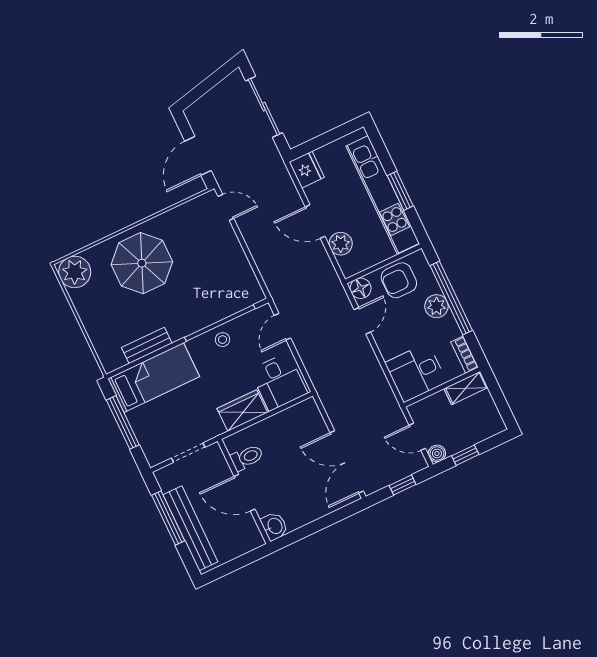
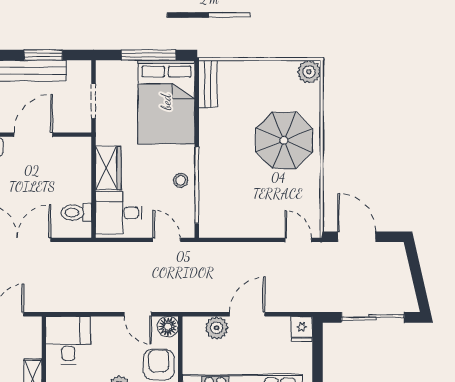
fridge: (307, 170) -> (302, 329), width x0.72
door: (226, 207) -> (298, 240), swing flipped
plant: (75, 272) -> (309, 72), width x0.73, depth x0.73
bench: (147, 345) -> (208, 84), moved
bed: (154, 378) -> (166, 102), width x1.50
toilet: (247, 457) -> (76, 213), moved, turned 90
window: (168, 518) -> (43, 55), width x0.69

